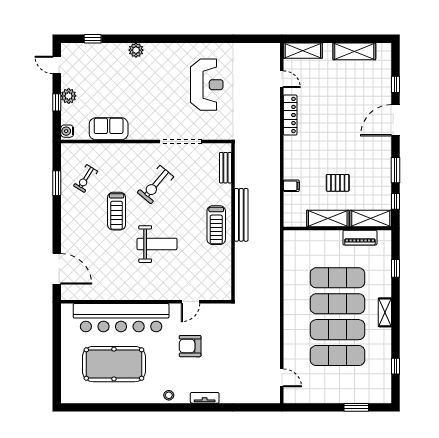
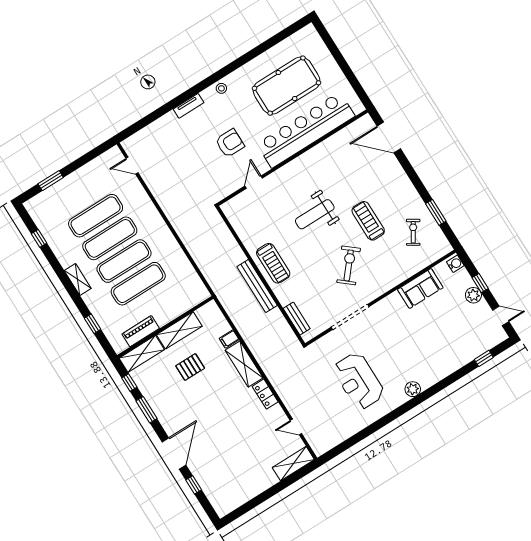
plant: (136, 50) -> (413, 389), moved
shelving: (354, 51) -> (244, 364), moved, turned 90
locker: (290, 115) -> (265, 394), width x0.66
treadmill: (216, 225) -> (273, 263), turned 180

